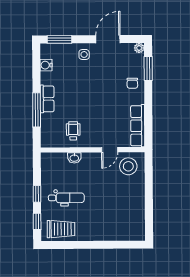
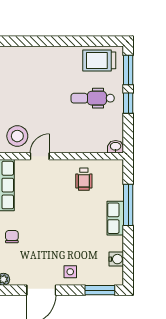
washbasin: (74, 158) -> (116, 147), moved
window: (37, 221) -> (128, 70), width x1.50

